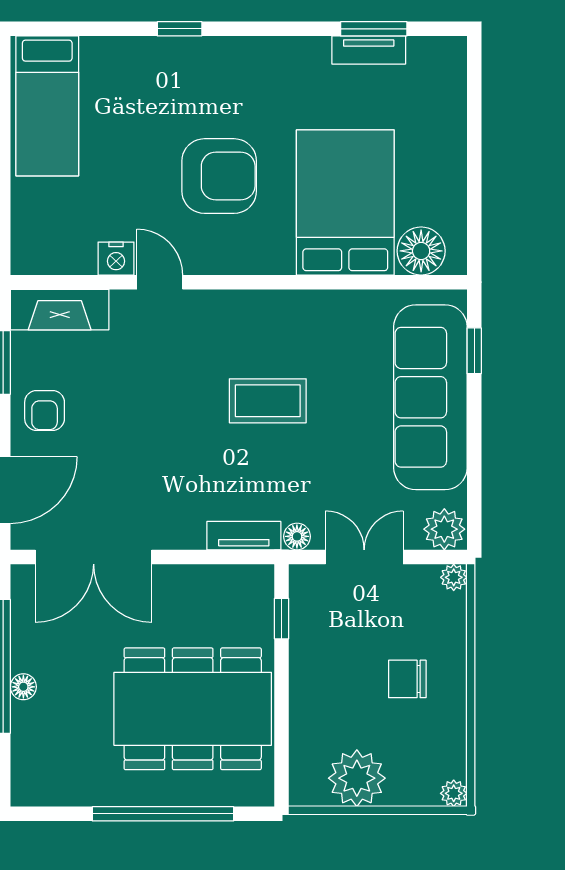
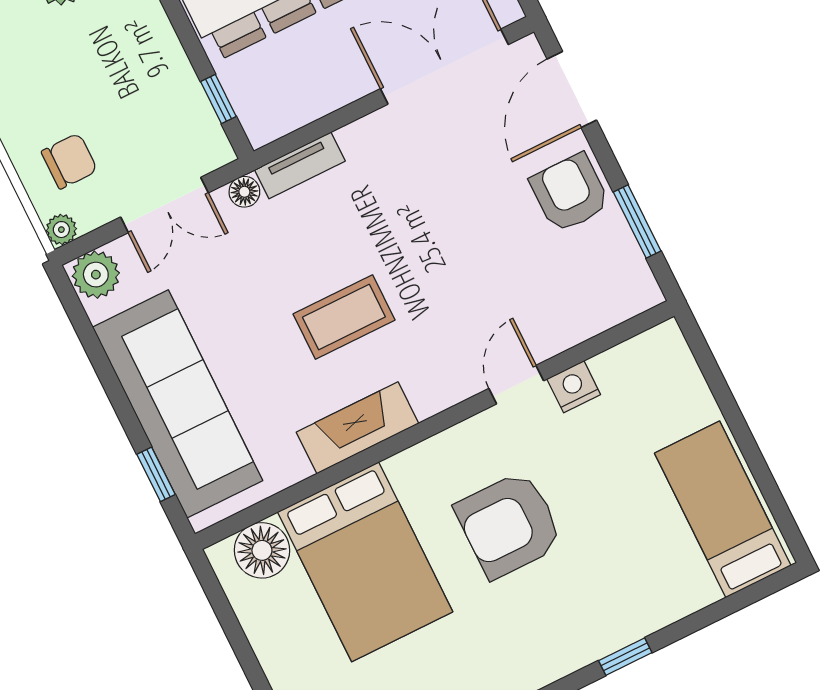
door: (160, 282) -> (516, 385), swing flipped
fireplace: (60, 310) -> (357, 428), moved
armchair: (45, 410) -> (570, 193), width x1.38, depth x1.38
chair: (407, 679) -> (69, 161), moved

